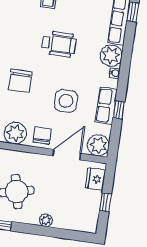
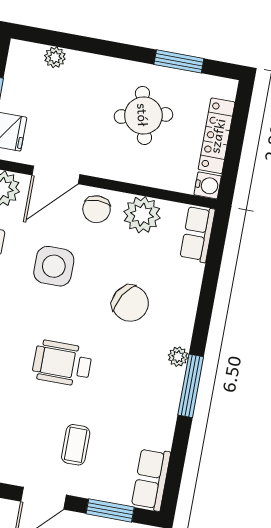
chair: (20, 81) -> (130, 303), turned 121
plant: (46, 220) -> (55, 57), moved

